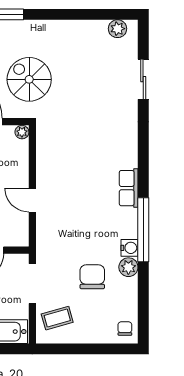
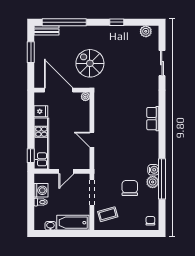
window: (72, 14) -> (117, 22), added
row of seats: (129, 188) -> (153, 119), moved
window: (143, 230) -> (162, 179), moved

